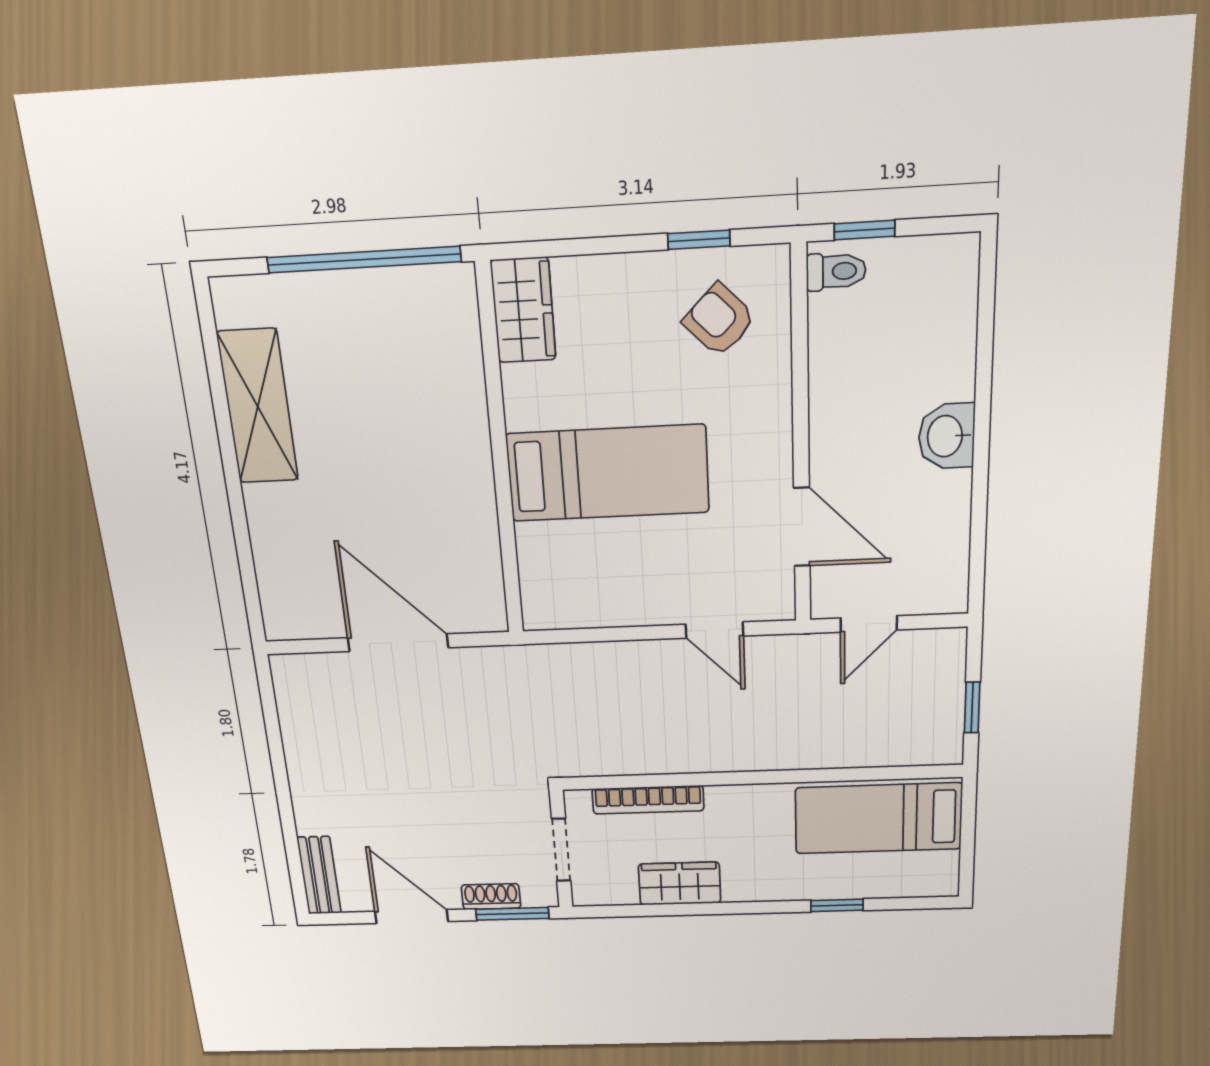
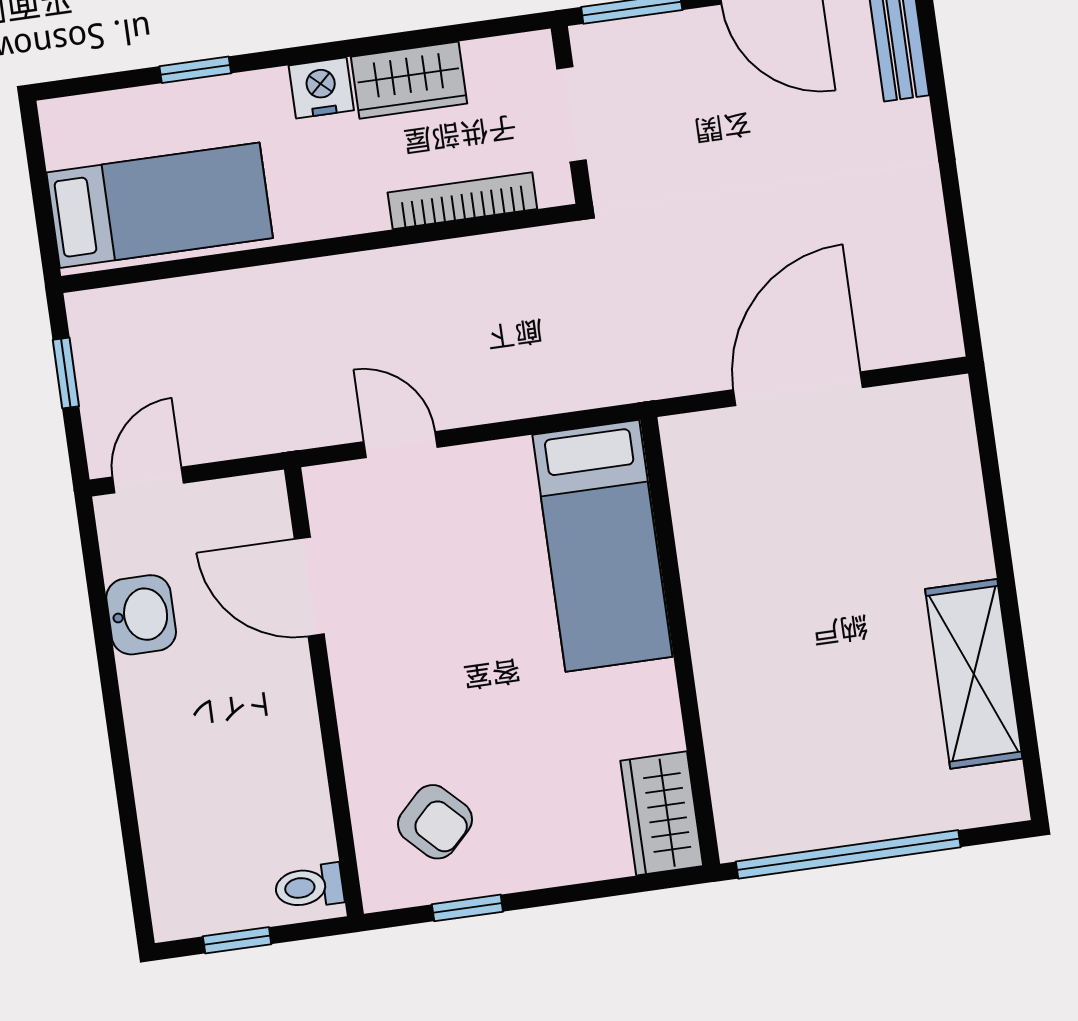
window: (865, 230) -> (237, 940), moved
washbasin: (946, 436) -> (141, 615), moved
bed: (608, 473) -> (602, 546), moved, turned -90
door: (869, 624) -> (148, 480), moved
door: (398, 643) -> (798, 389), swing flipped
nightstand: (745, 885) -> (321, 88), added
shoe rack: (491, 897) -> (662, 32), removed

